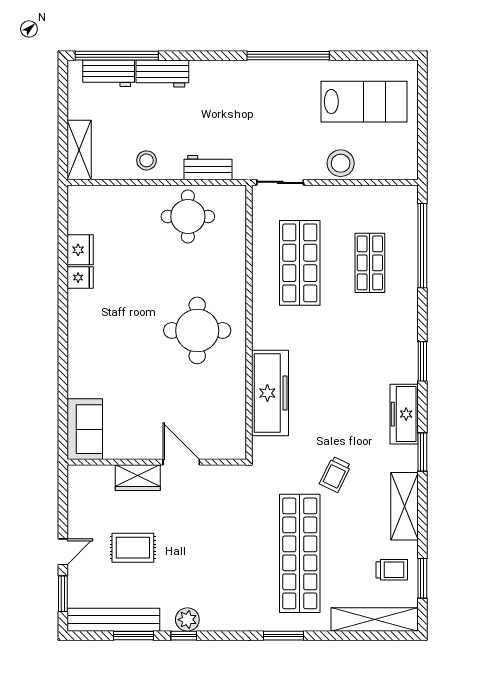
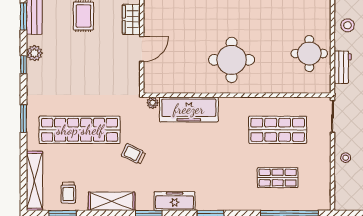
stool: (341, 163) -> (346, 158), width x0.53, depth x0.53
plant: (260, 446) -> (153, 103), added
window: (184, 636) -> (24, 65), moved

